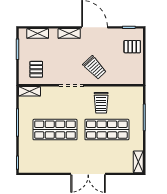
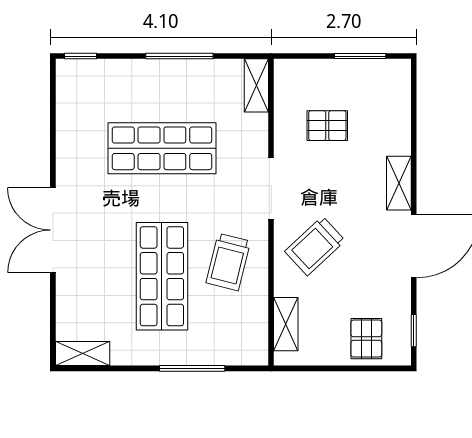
shelving: (38, 33) -> (286, 324), moved
pallet: (36, 69) -> (327, 126), moved
trolley: (101, 103) -> (228, 262), turned -76
shop shelf: (55, 130) -> (162, 148), turned 90

